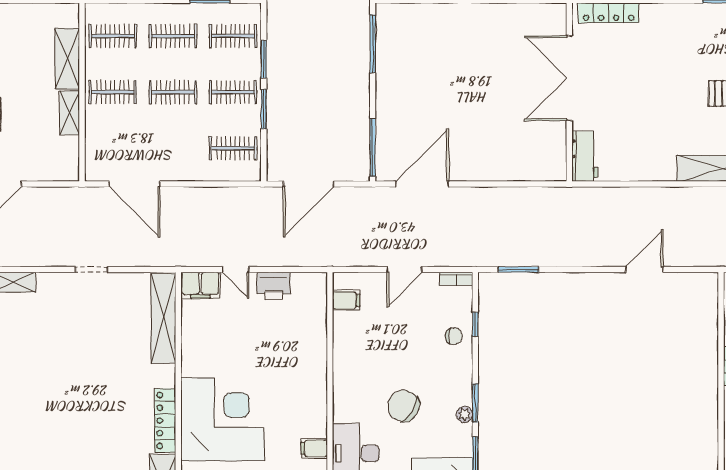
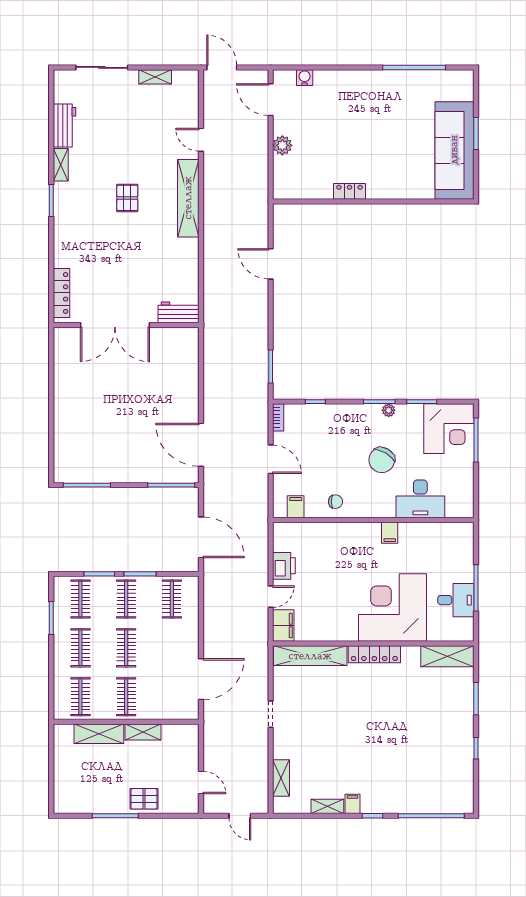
chair: (454, 336) -> (335, 502), moved, turned 90
locker: (165, 420) -> (374, 654), moved
filing cabinet: (314, 448) -> (390, 533), moved

